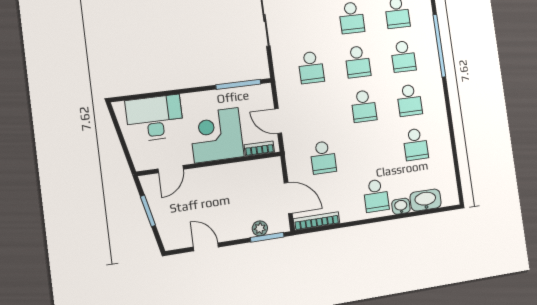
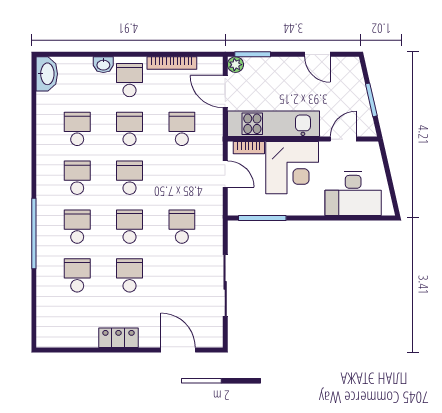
school desk: (370, 151) -> (130, 129), added
kitchen unit: (239, 174) -> (273, 124), added
washbasin: (426, 200) -> (47, 74), moved, turned -90
bookcase: (317, 221) -> (172, 63), moved
plant: (260, 228) -> (235, 65), moved

